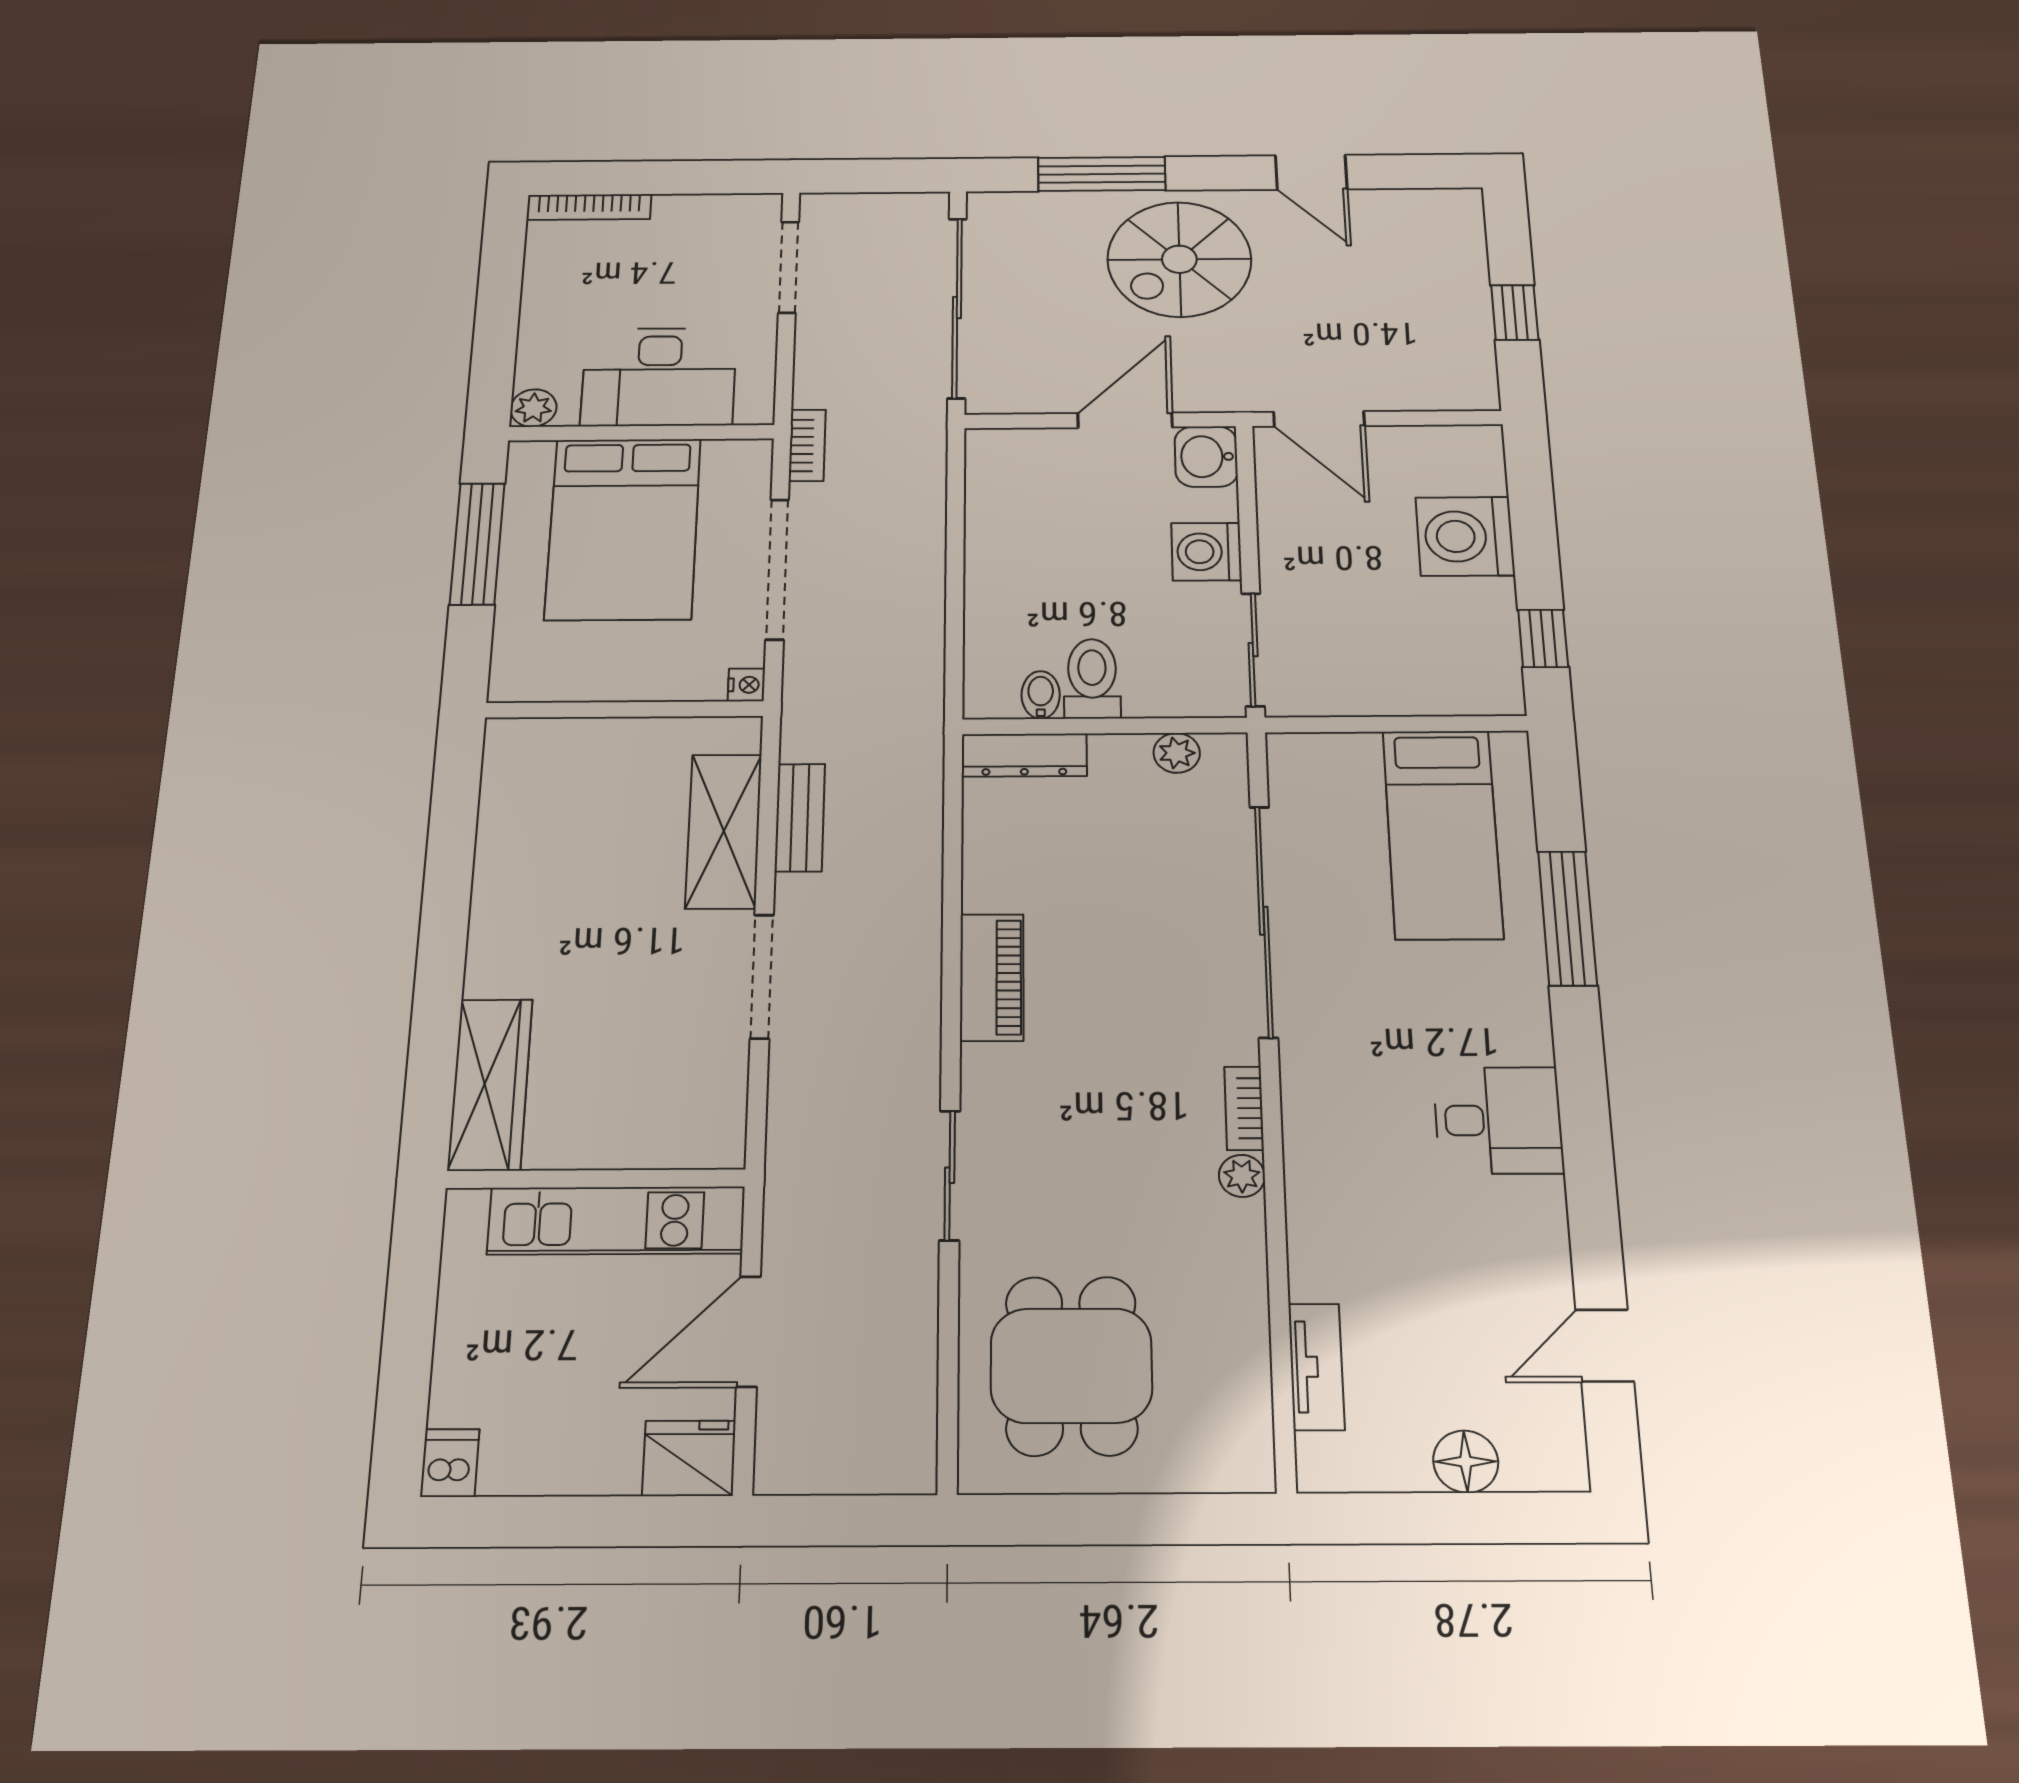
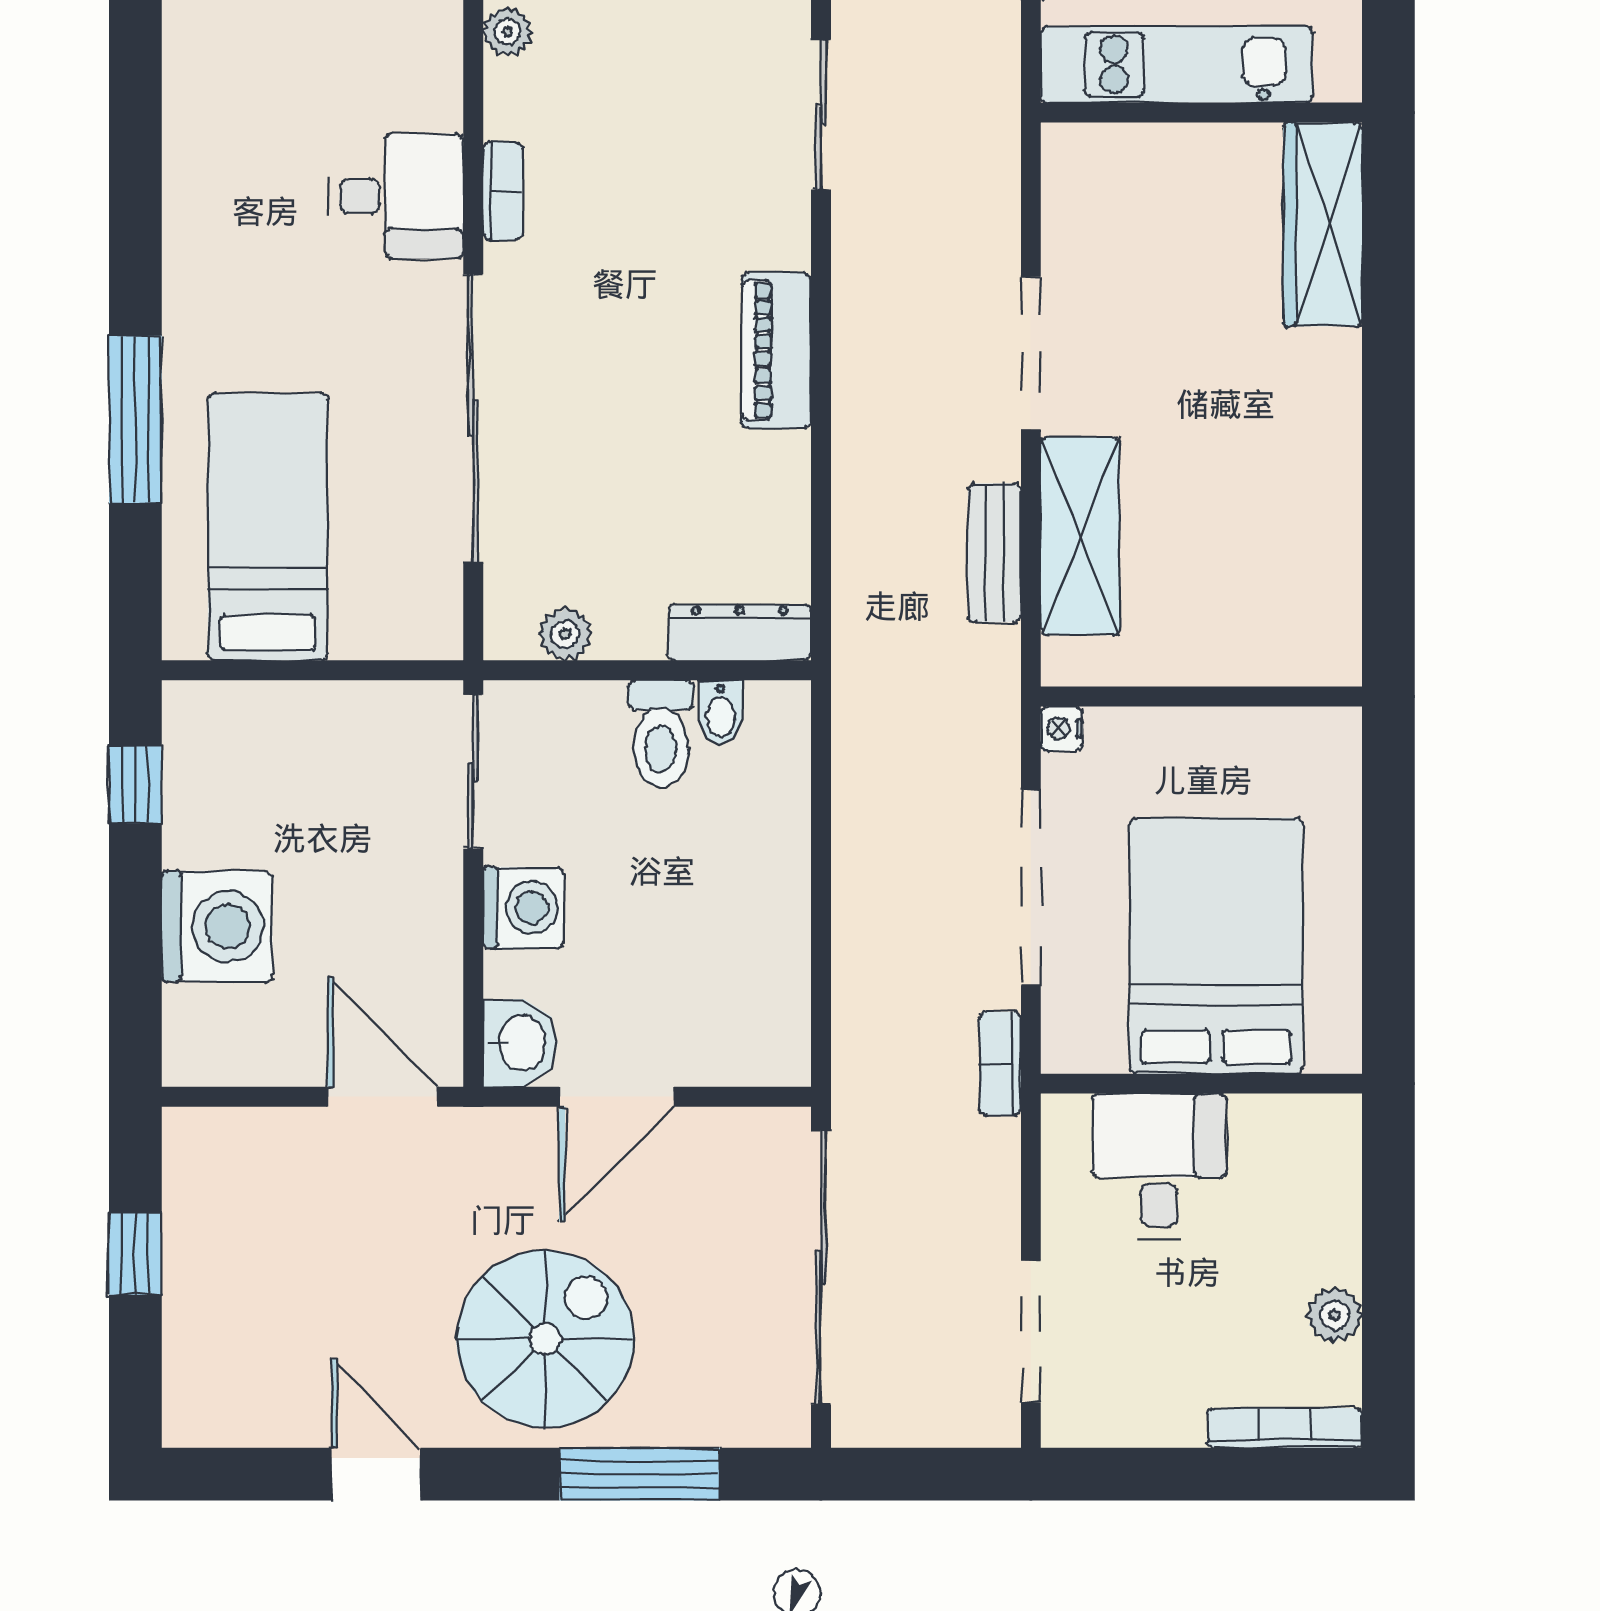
desk: (659, 377) -> (1159, 1166), width x0.73
plant: (533, 408) -> (1334, 1315), moved
window: (477, 544) -> (1388, 926), removed
desk: (1498, 1120) -> (396, 196), moved, turned 180
plant: (1242, 1176) -> (508, 32), moved

